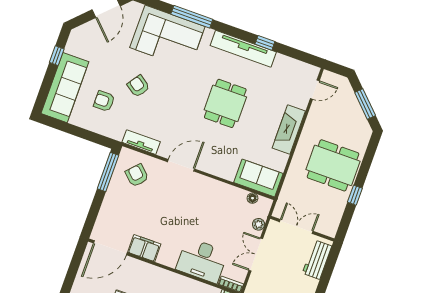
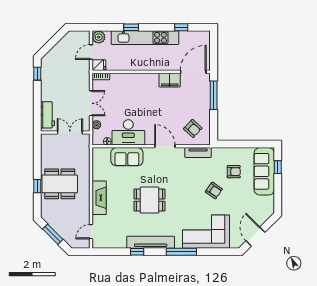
window: (192, 17) -> (181, 252), moved
window: (57, 56) -> (278, 167), moved
dining table: (225, 103) -> (149, 200), turned 90
door: (181, 165) -> (165, 146), swing flipped
window: (108, 172) -> (214, 95), moved
sofa: (258, 178) -> (127, 157), moved
window: (355, 195) -> (37, 186), moved
double door: (296, 226) -> (70, 133), swing flipped
desk: (202, 260) -> (128, 132), moved, turned 180

